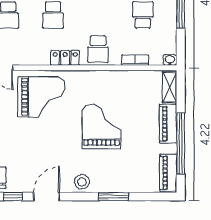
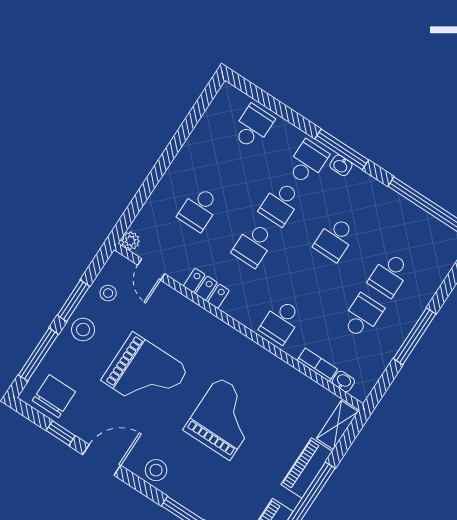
locker: (65, 58) -> (206, 288), moved
washbasin: (170, 60) -> (343, 381), moved
grand piano: (42, 97) -> (145, 374), moved

